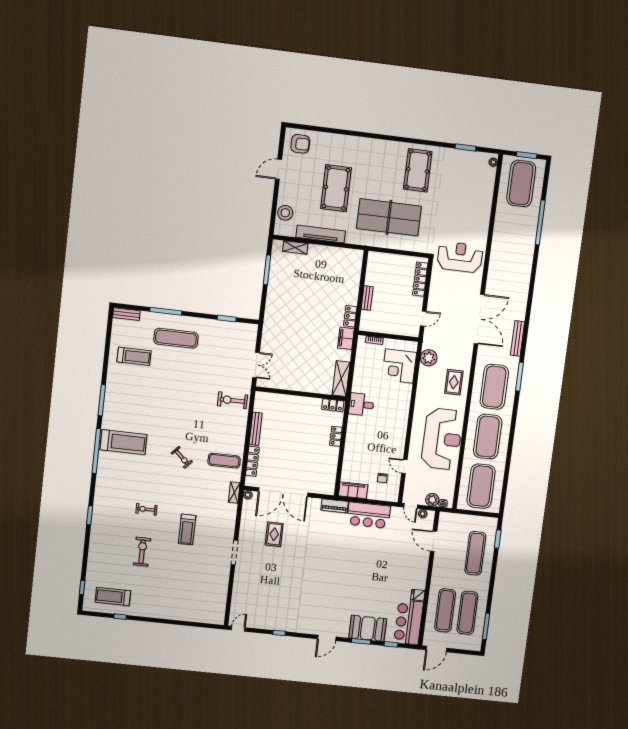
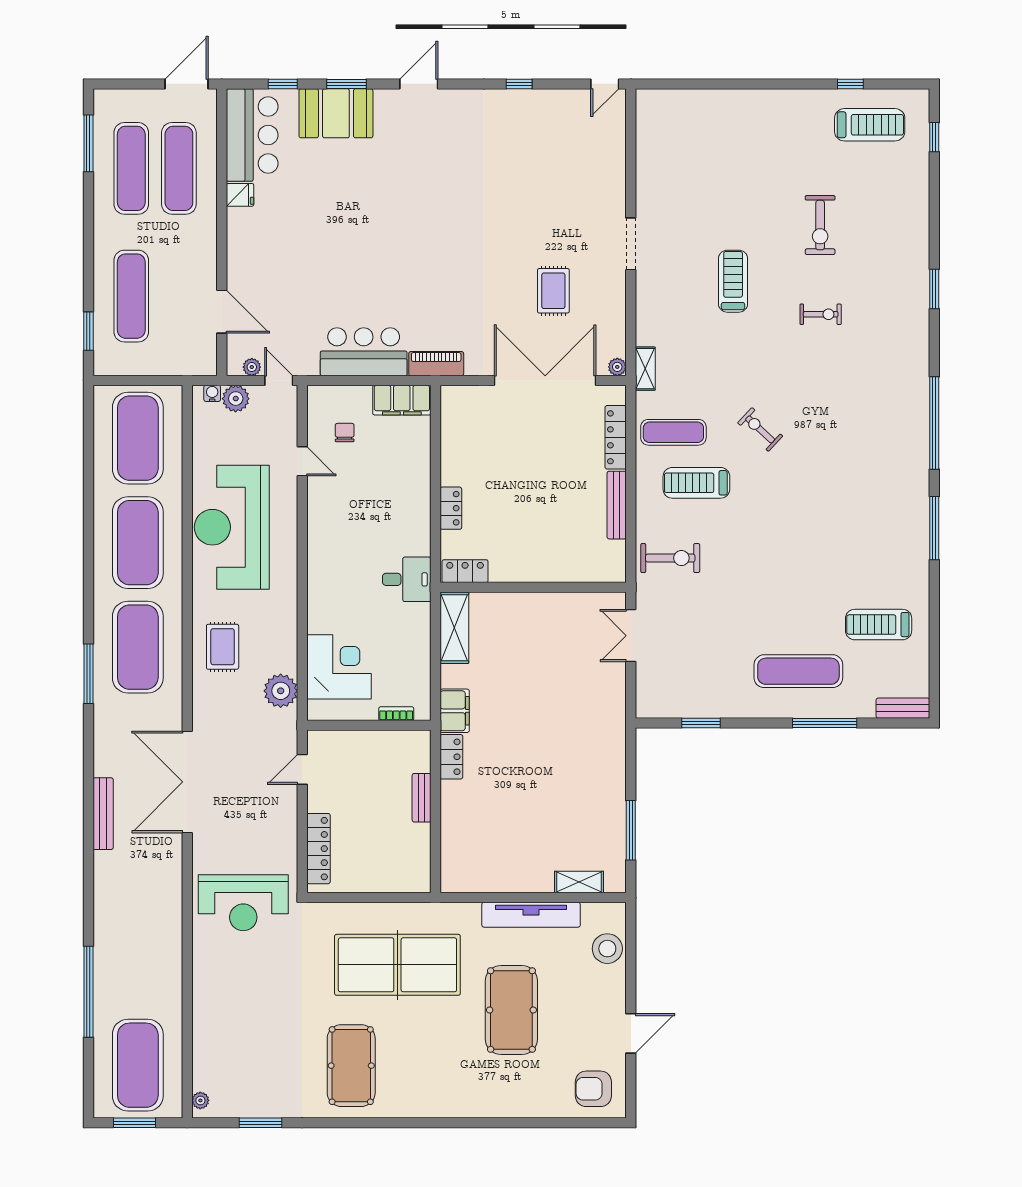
bench: (518, 338) -> (103, 814), moved
treadmill: (124, 442) -> (696, 483), moved, width x0.73, depth x0.73

